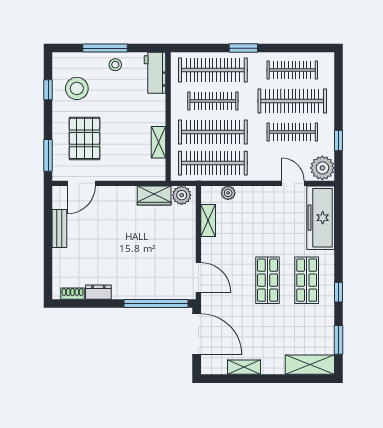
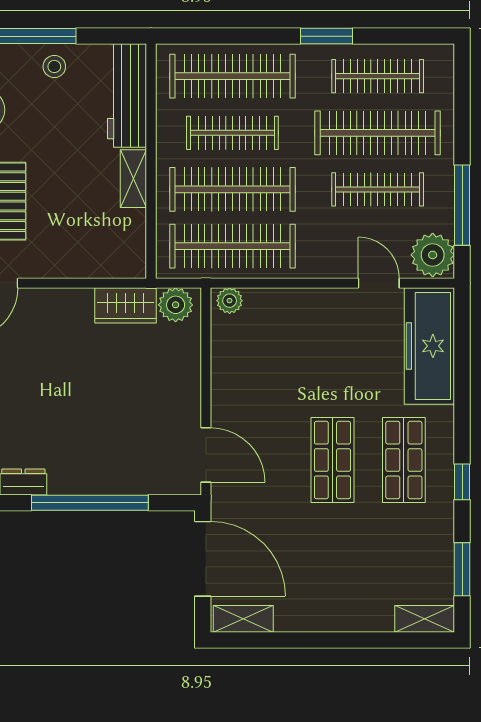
window: (243, 48) -> (326, 36), moved
workbench: (155, 73) -> (127, 95), width x1.38
window: (339, 141) -> (462, 205), width x2.17
shelving: (159, 142) -> (133, 179), moved
plant: (228, 193) -> (230, 301), moved
shelving: (208, 220) -> (224, 351), removed
window: (156, 304) -> (90, 503), moved
shelving: (310, 365) -> (425, 619), width x0.67, depth x0.75
shelving: (244, 367) -> (243, 619), moved

